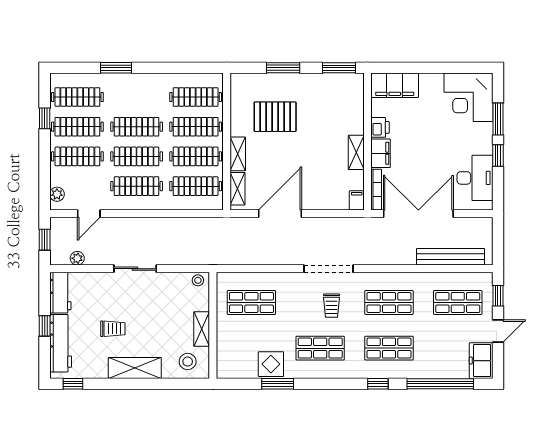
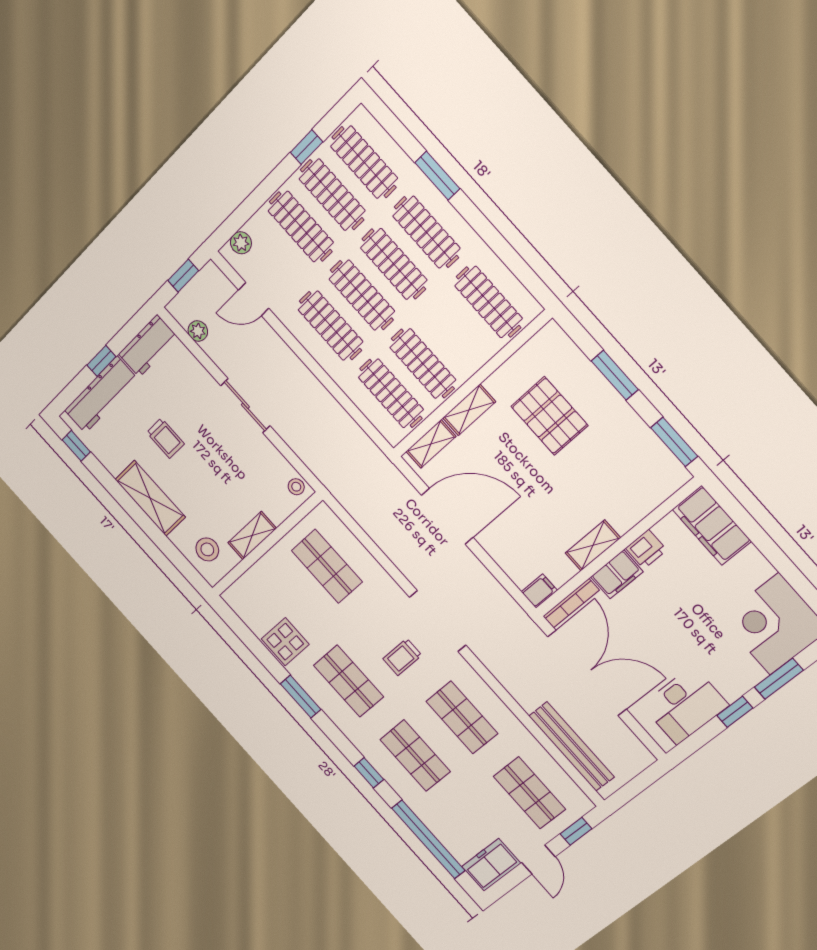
clothes rail: (196, 127) -> (426, 232), moved
door: (498, 331) -> (538, 860), hinge flipped
window: (278, 384) -> (301, 697), moved

